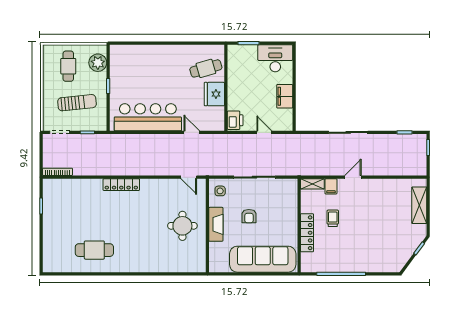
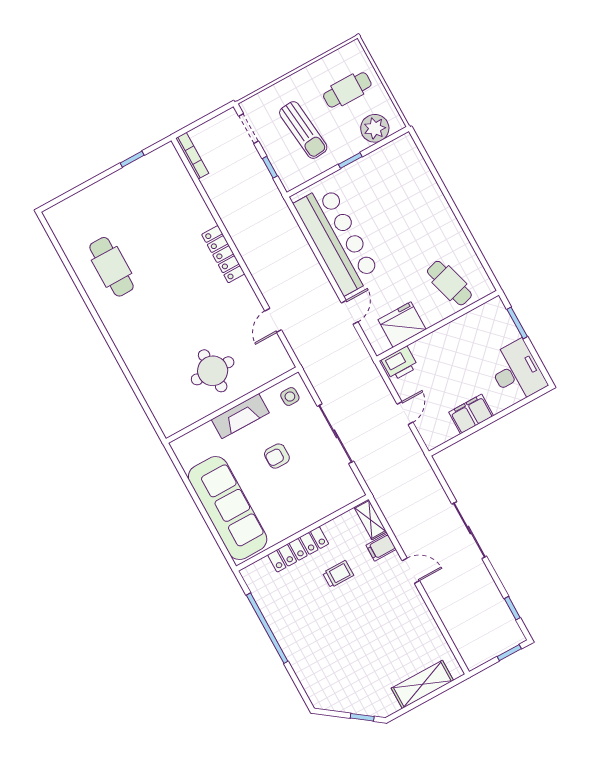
fridge: (214, 94) -> (402, 325), moved
door: (189, 177) -> (273, 320), moved

